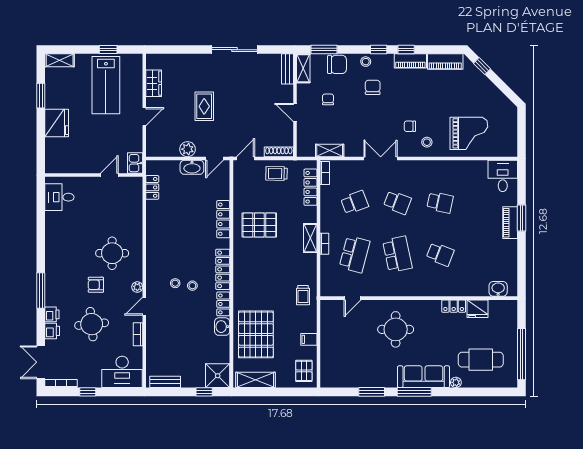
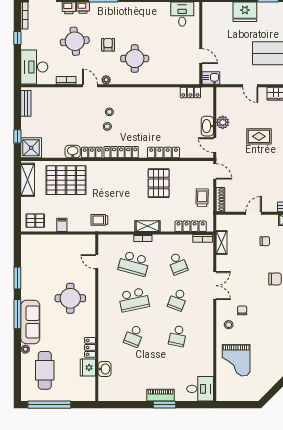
washbasin: (498, 289) -> (105, 369), moved

